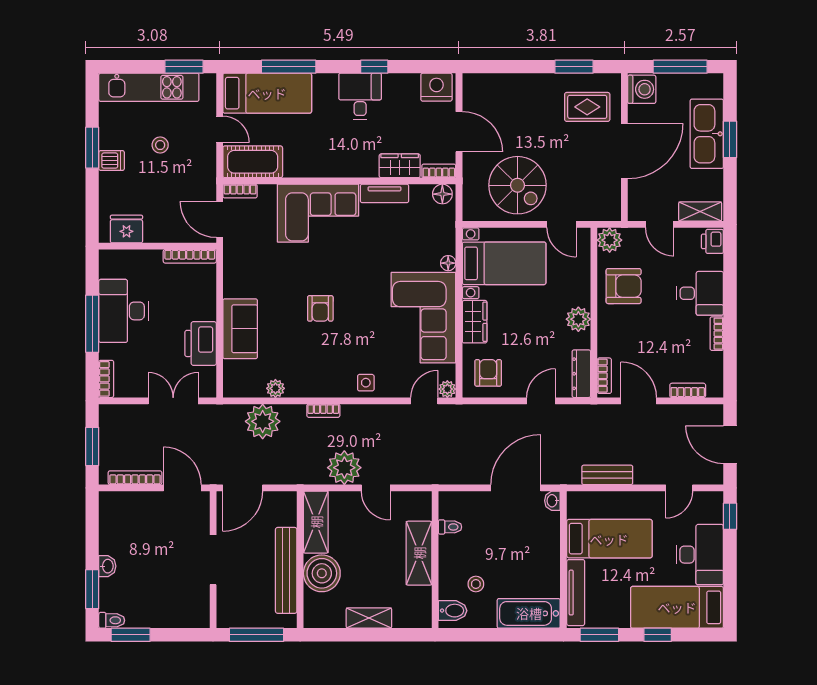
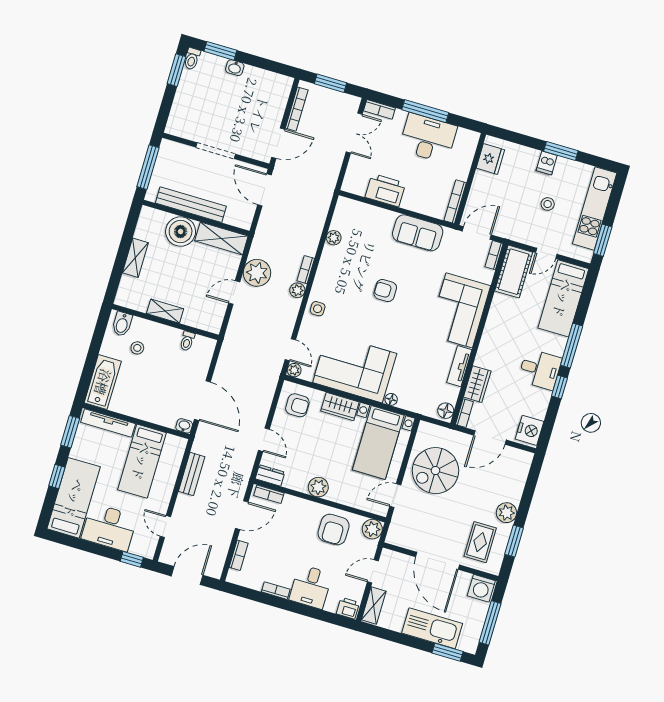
window: (289, 67) -> (572, 346), moved
plant: (543, 86) -> (506, 513), added
window: (730, 139) -> (448, 652), moved
sofa: (240, 329) -> (418, 233), moved
dresser: (581, 374) -> (270, 475), width x0.70
double door: (173, 401) -> (354, 133), moved
plant: (263, 421) -> (297, 290), moved, width x0.53, depth x0.53
shelving: (419, 553) -> (165, 311), width x0.67, depth x0.75

